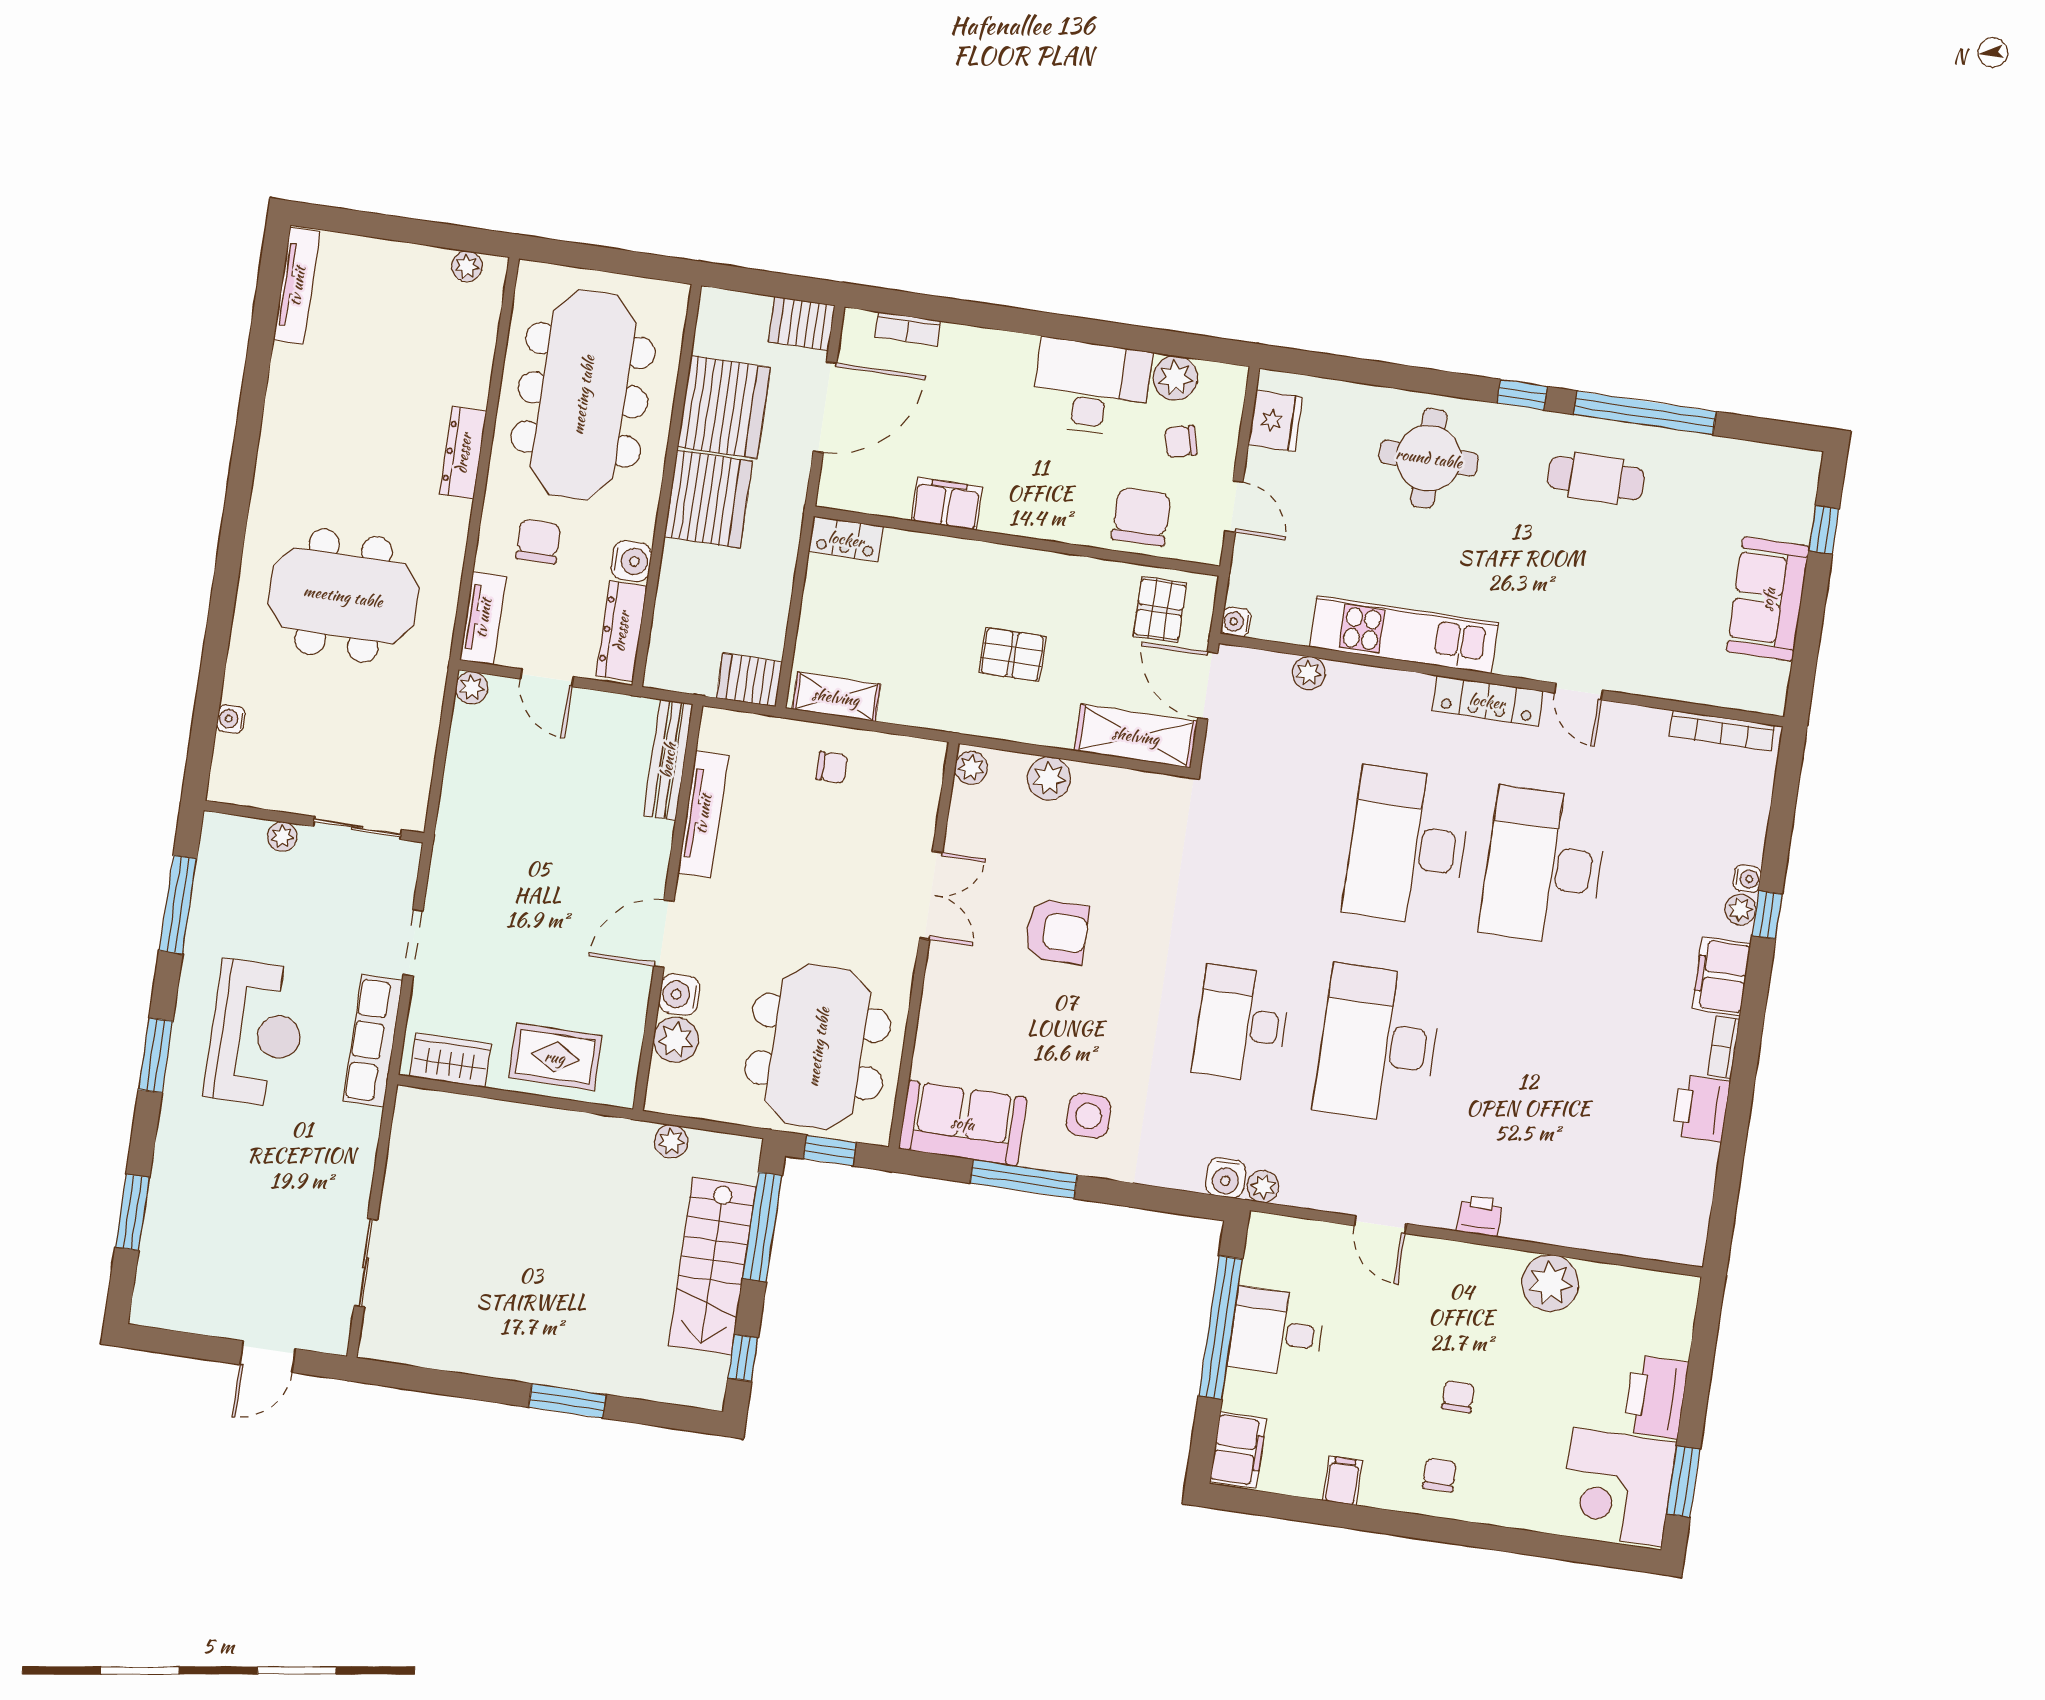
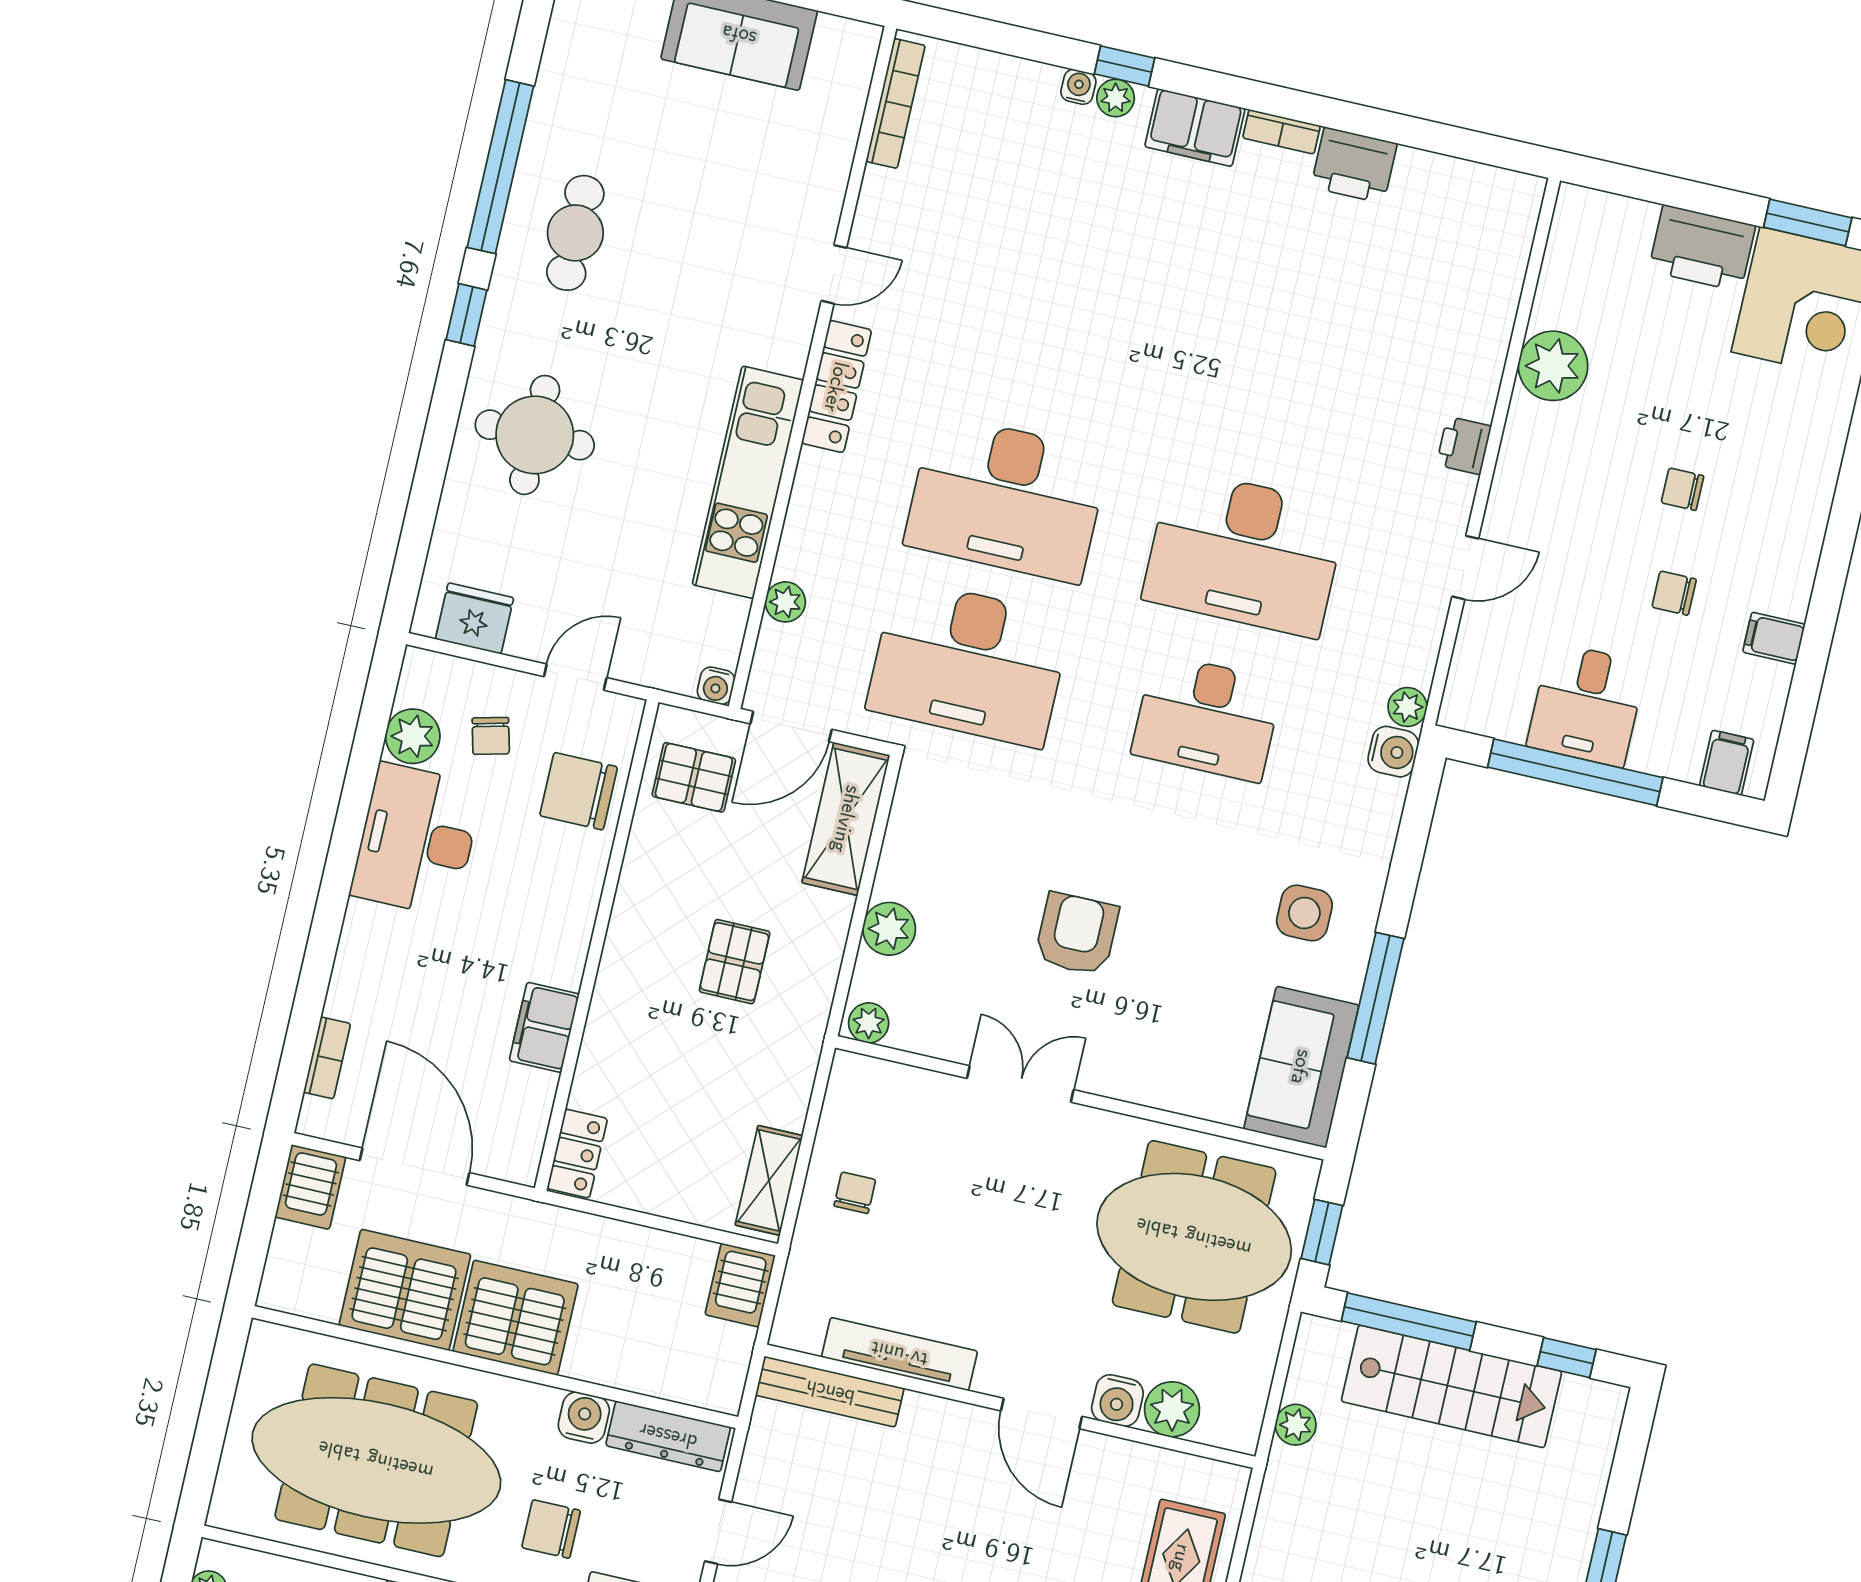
desk: (1544, 867) -> (969, 663), moved
filing cabinet: (1238, 1450) -> (1727, 763), width x0.50
chair: (1439, 1475) -> (1674, 593), moved

